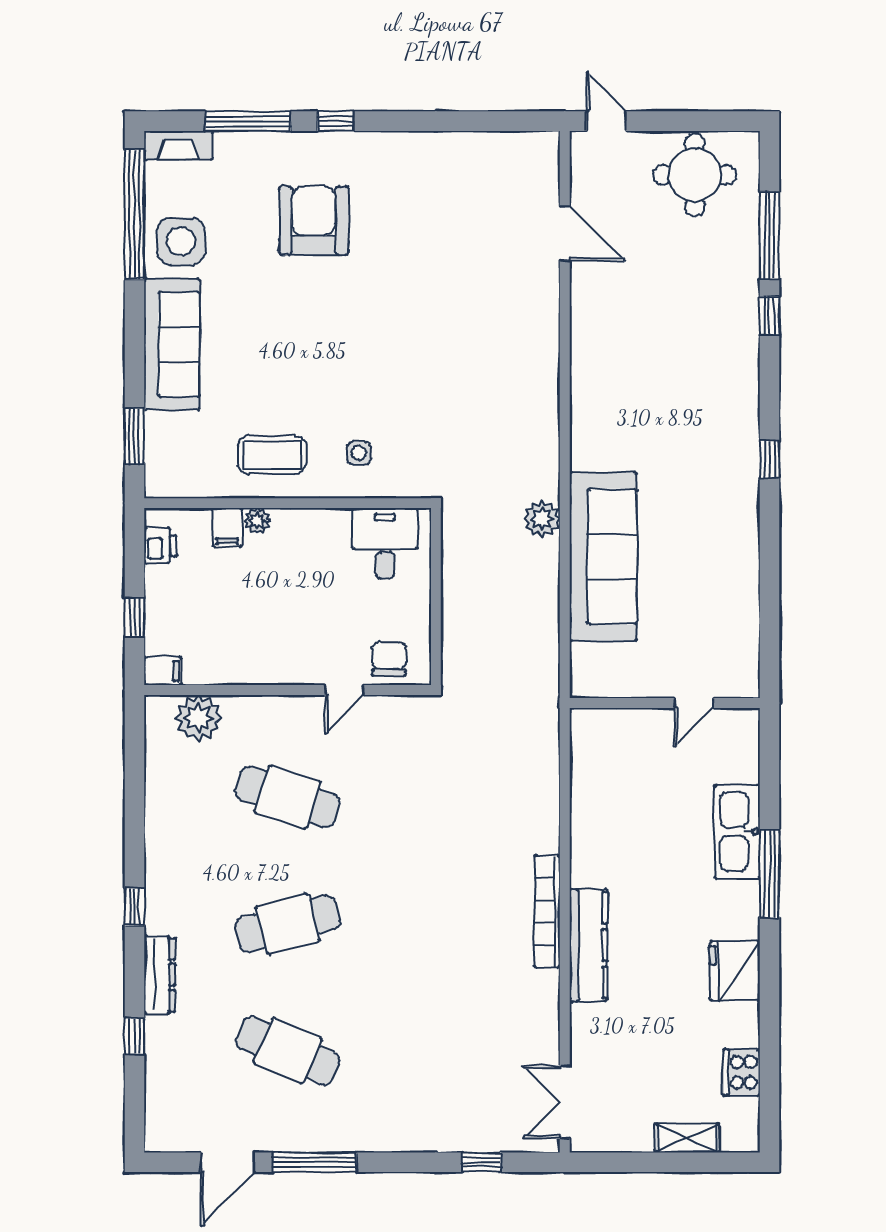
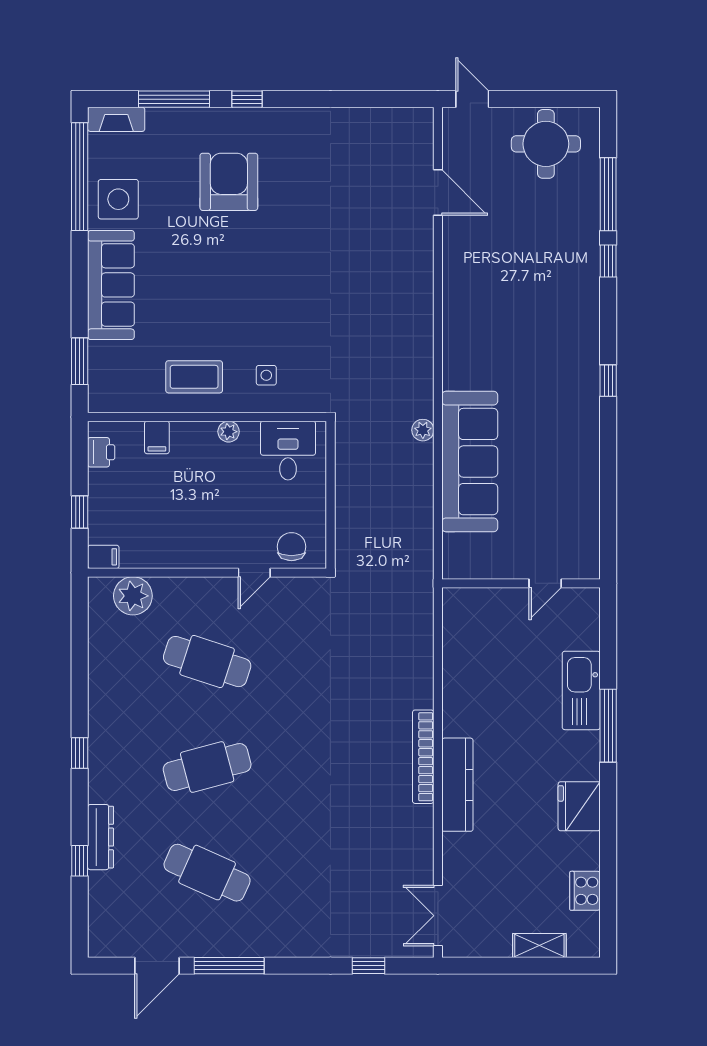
plant: (542, 519) -> (423, 430), width x0.73, depth x0.73
plant: (257, 521) -> (229, 432), moved
dresser: (160, 975) -> (101, 837), moved

